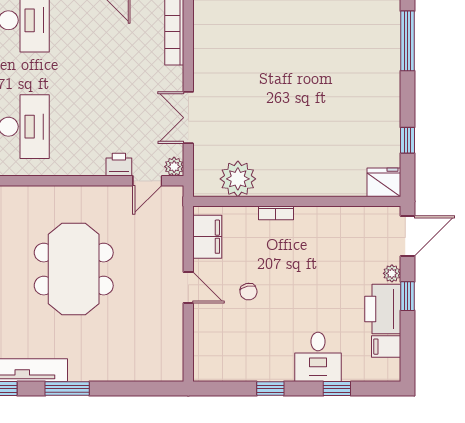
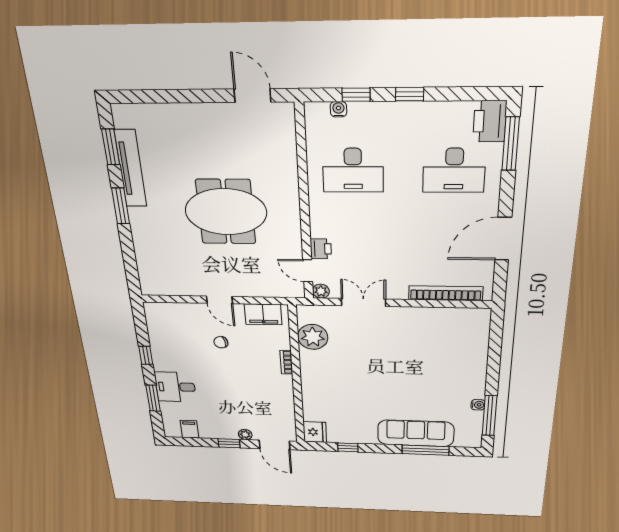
sofa: (380, 54) -> (416, 433), added
door: (188, 287) -> (220, 300), hinge flipped
printer: (383, 309) -> (218, 428), removed
window: (337, 389) -> (153, 398), width x1.50

